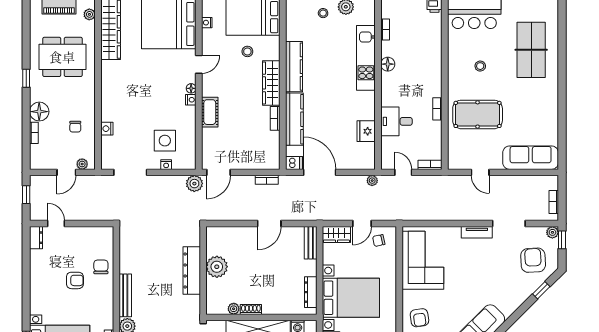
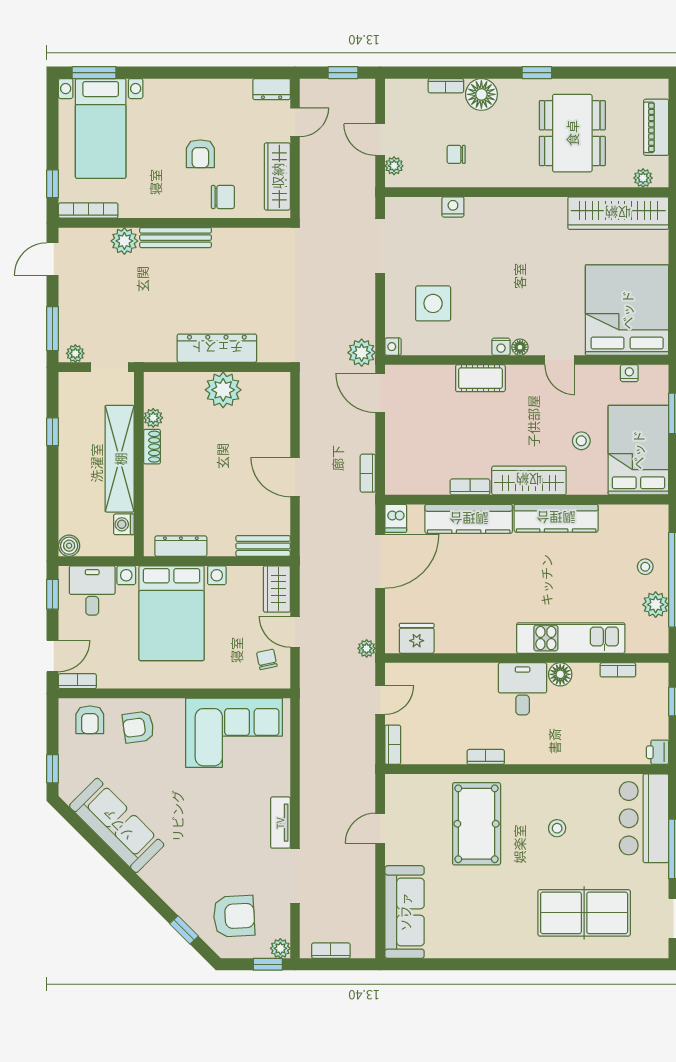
desk: (396, 121) -> (523, 689), moved
fridge: (366, 131) -> (417, 638), moved
nightstand: (166, 165) -> (393, 347), moved
wardrobe: (89, 234) -> (277, 176), added

